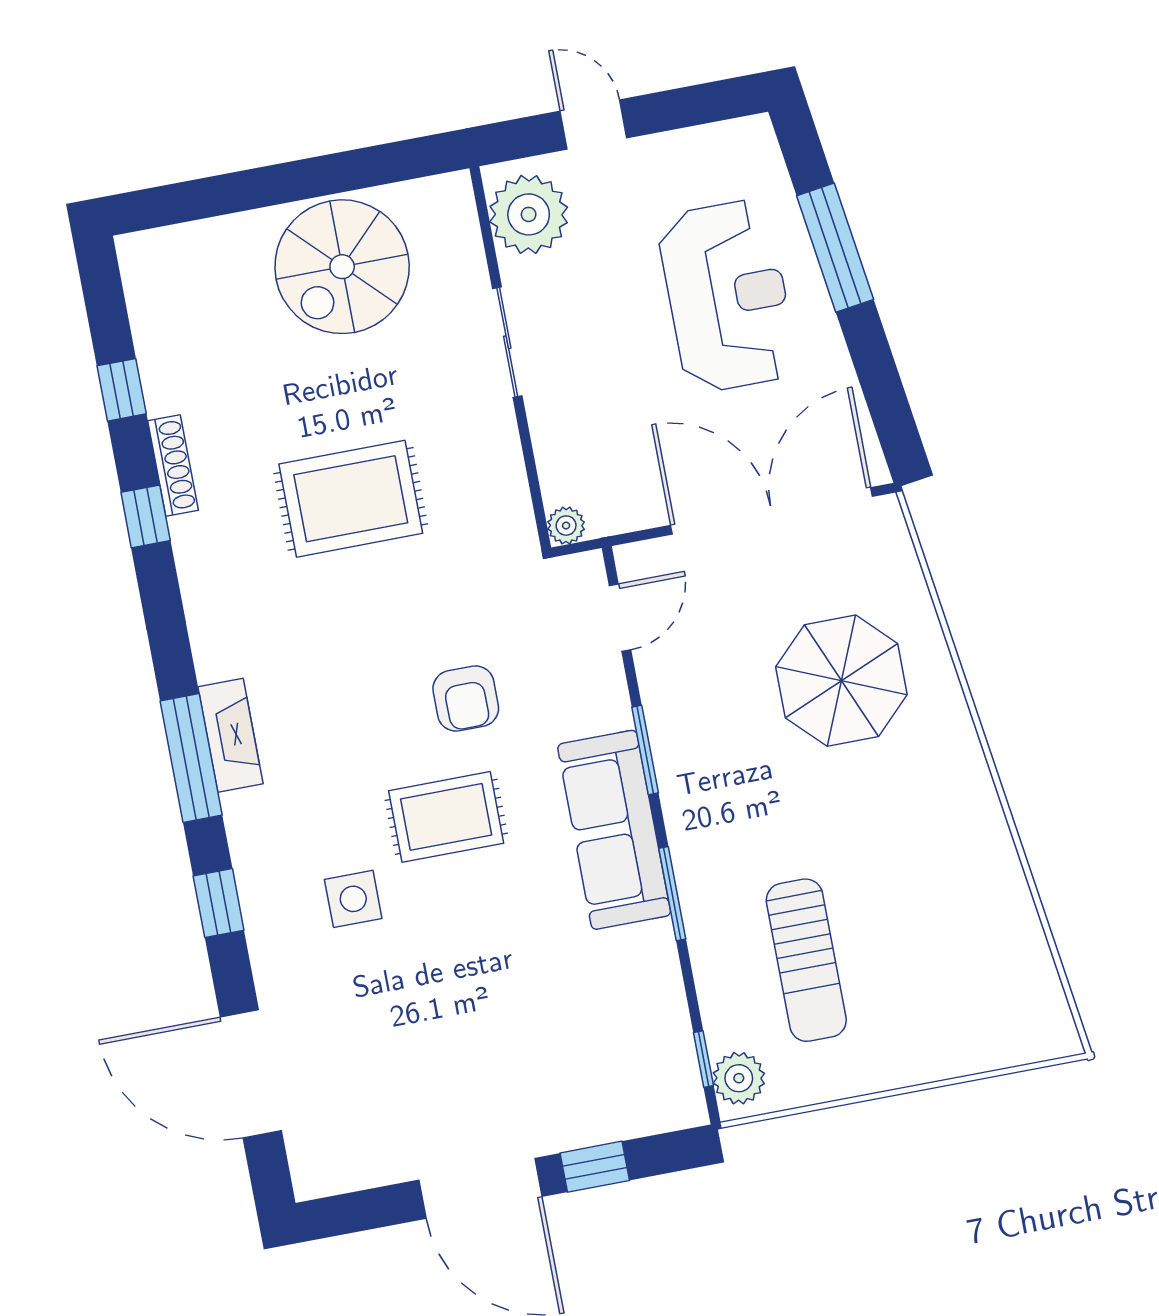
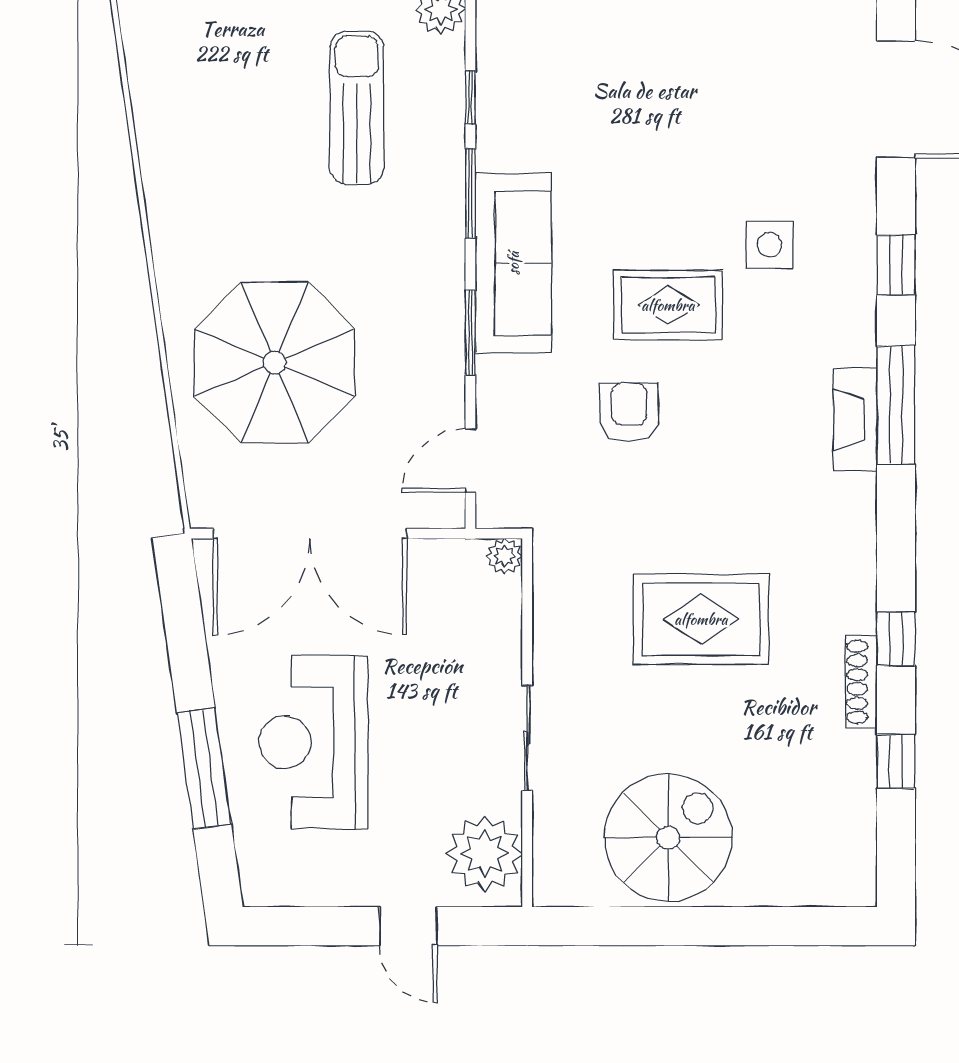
parasol: (841, 681) -> (275, 363), width x1.36, depth x1.36
window: (703, 1059) -> (470, 97), moved

